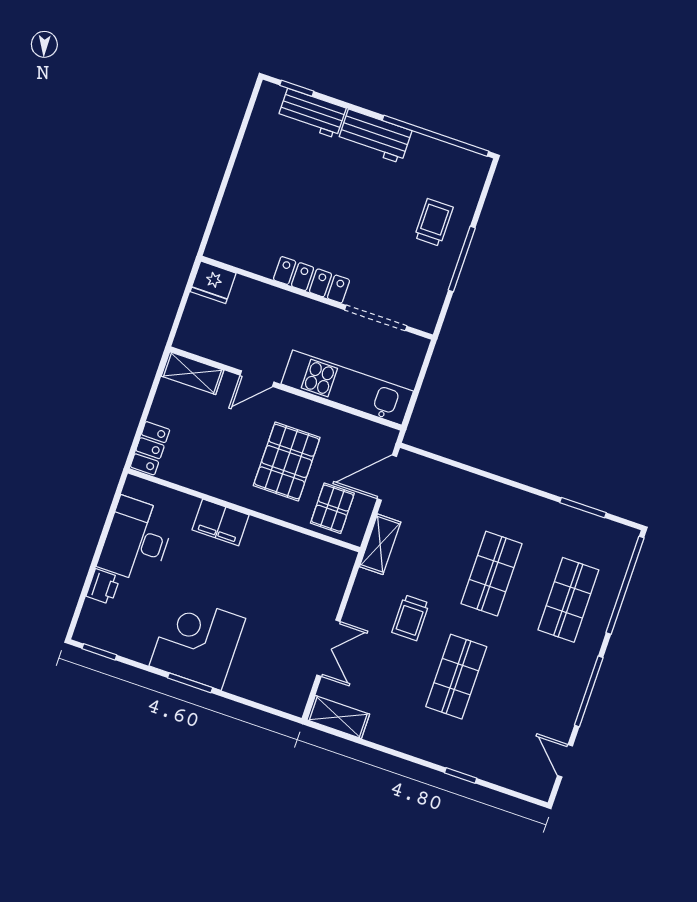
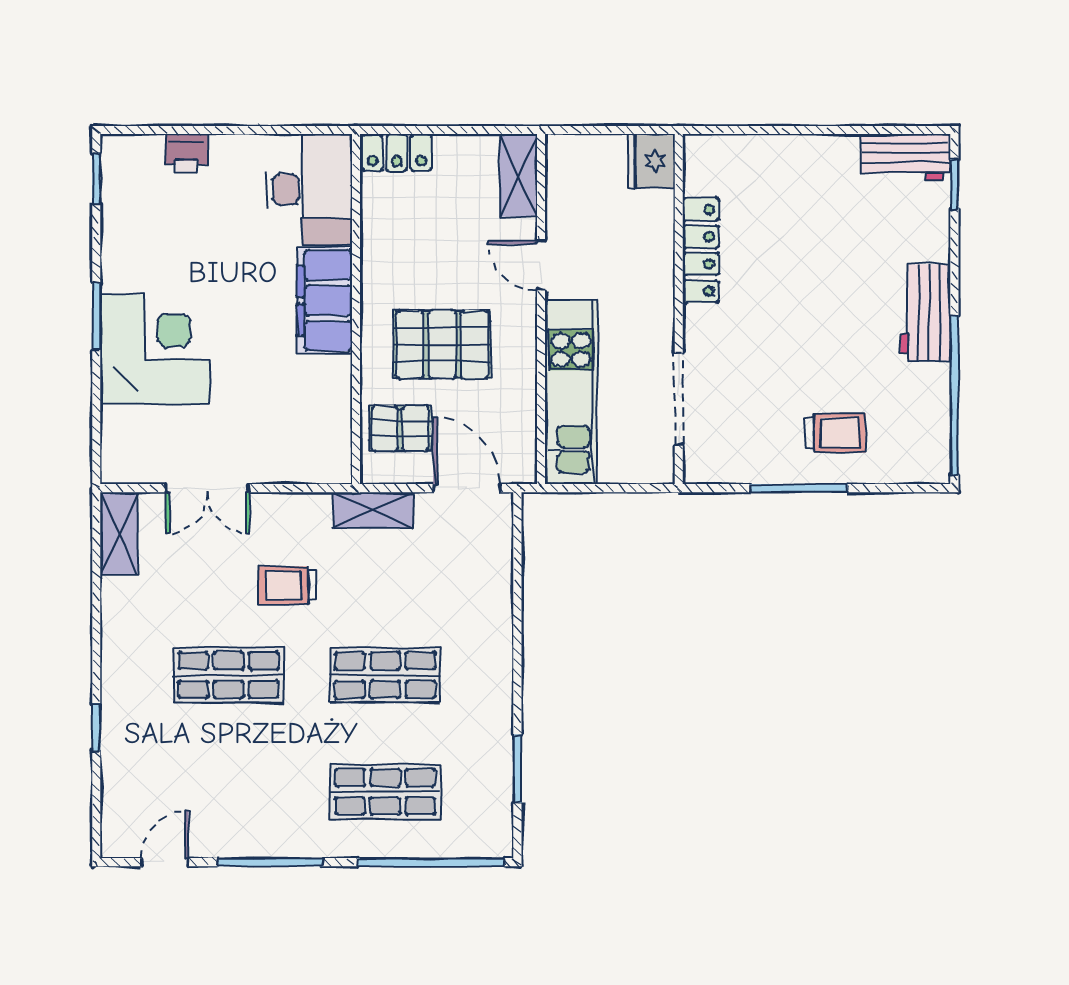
workbench: (312, 113) -> (906, 157), moved, turned -90
locker: (312, 280) -> (701, 250), moved
filing cabinet: (221, 522) -> (325, 301), width x1.50, depth x1.17
desk: (137, 540) -> (309, 190), moved, turned 90
corner desk: (197, 642) -> (155, 349), moved

